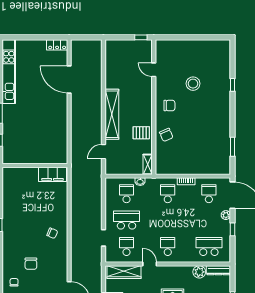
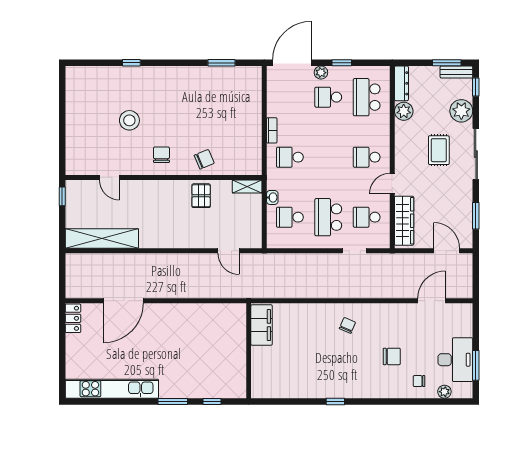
door: (154, 70) -> (109, 177), hinge flipped
shelving: (112, 114) -> (102, 239), moved
school desk: (209, 194) -> (328, 97), moved

